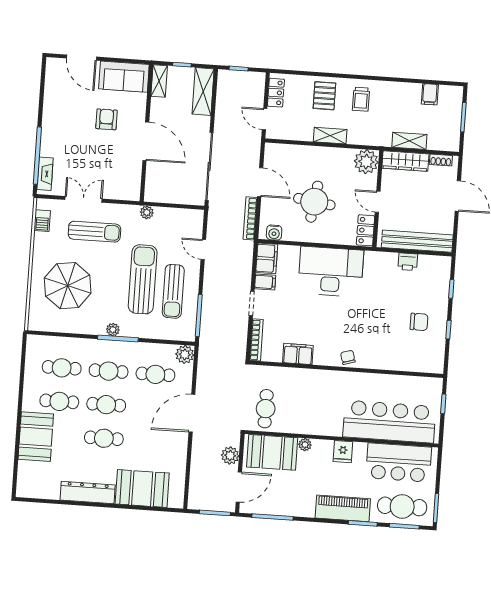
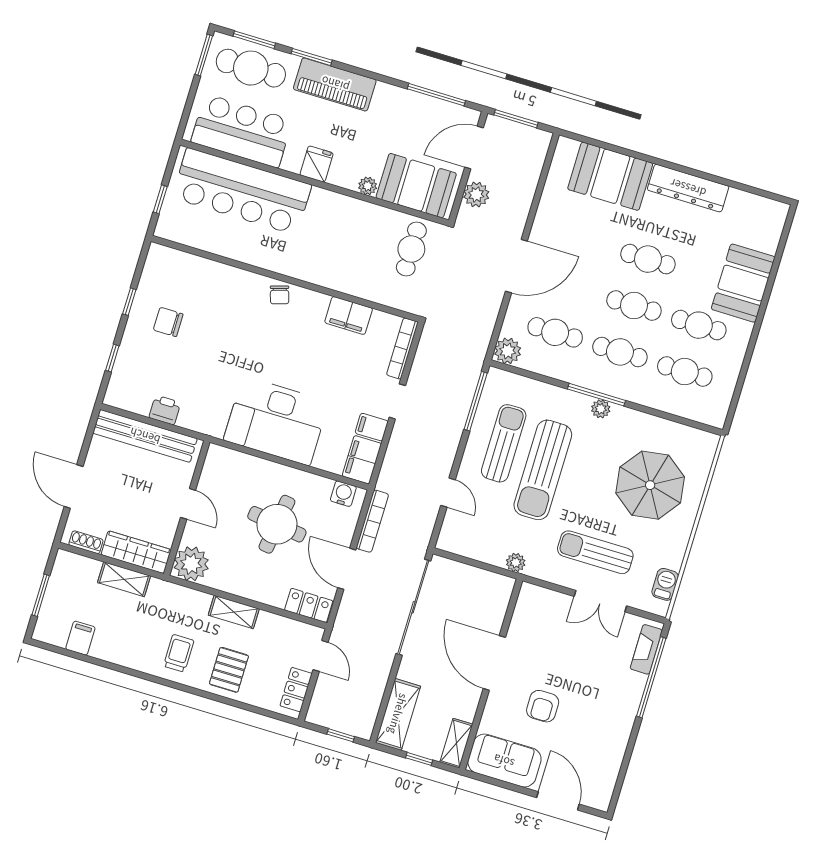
locker: (366, 230) -> (309, 605), moved, turned -90

